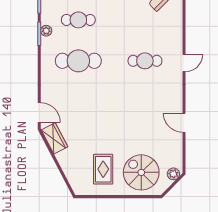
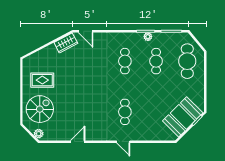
cafe table: (78, 61) -> (125, 61), width x0.73, depth x0.74
door: (39, 112) -> (86, 31), hinge flipped

